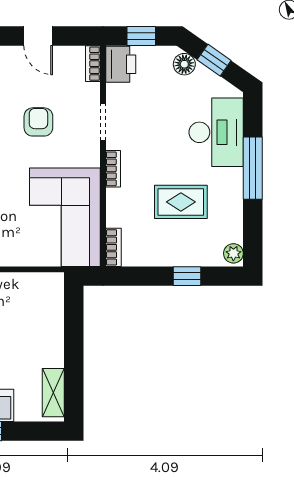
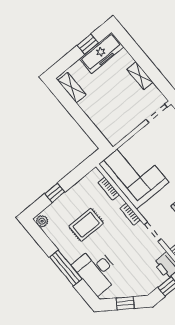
floor lamp: (184, 64) -> (137, 290), removed
bookcase: (113, 247) -> (109, 189), moved

